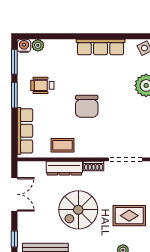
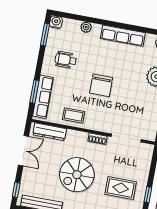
plant: (38, 45) -> (86, 27), moved
window: (14, 95) -> (34, 92), moved
dresser: (64, 168) -> (50, 132), moved

